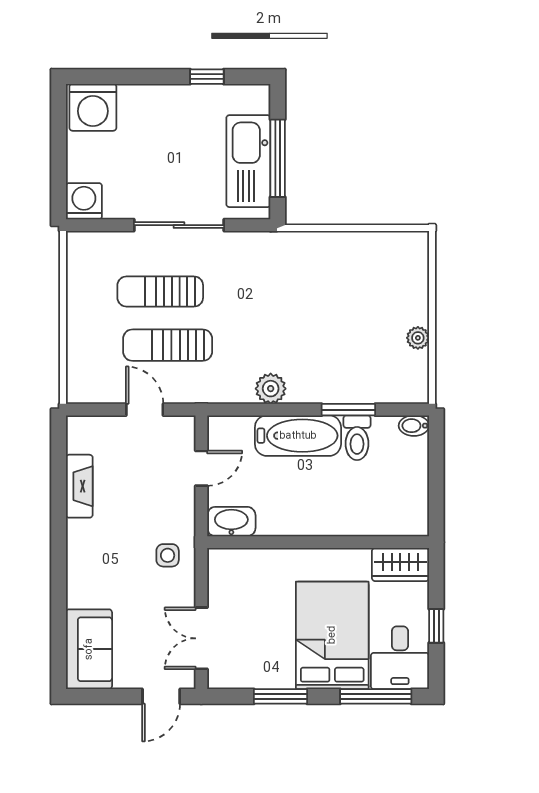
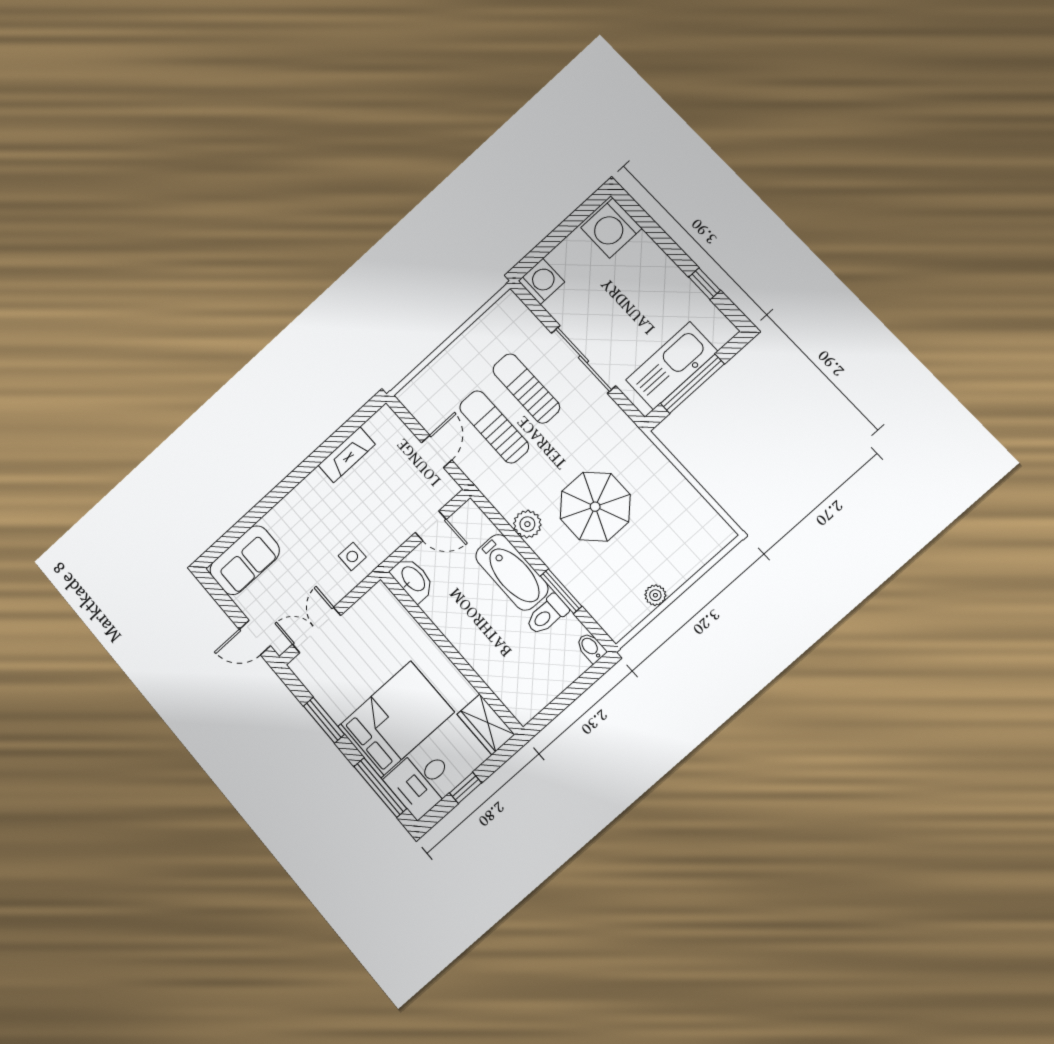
parasol: (306, 322) -> (595, 507), added

